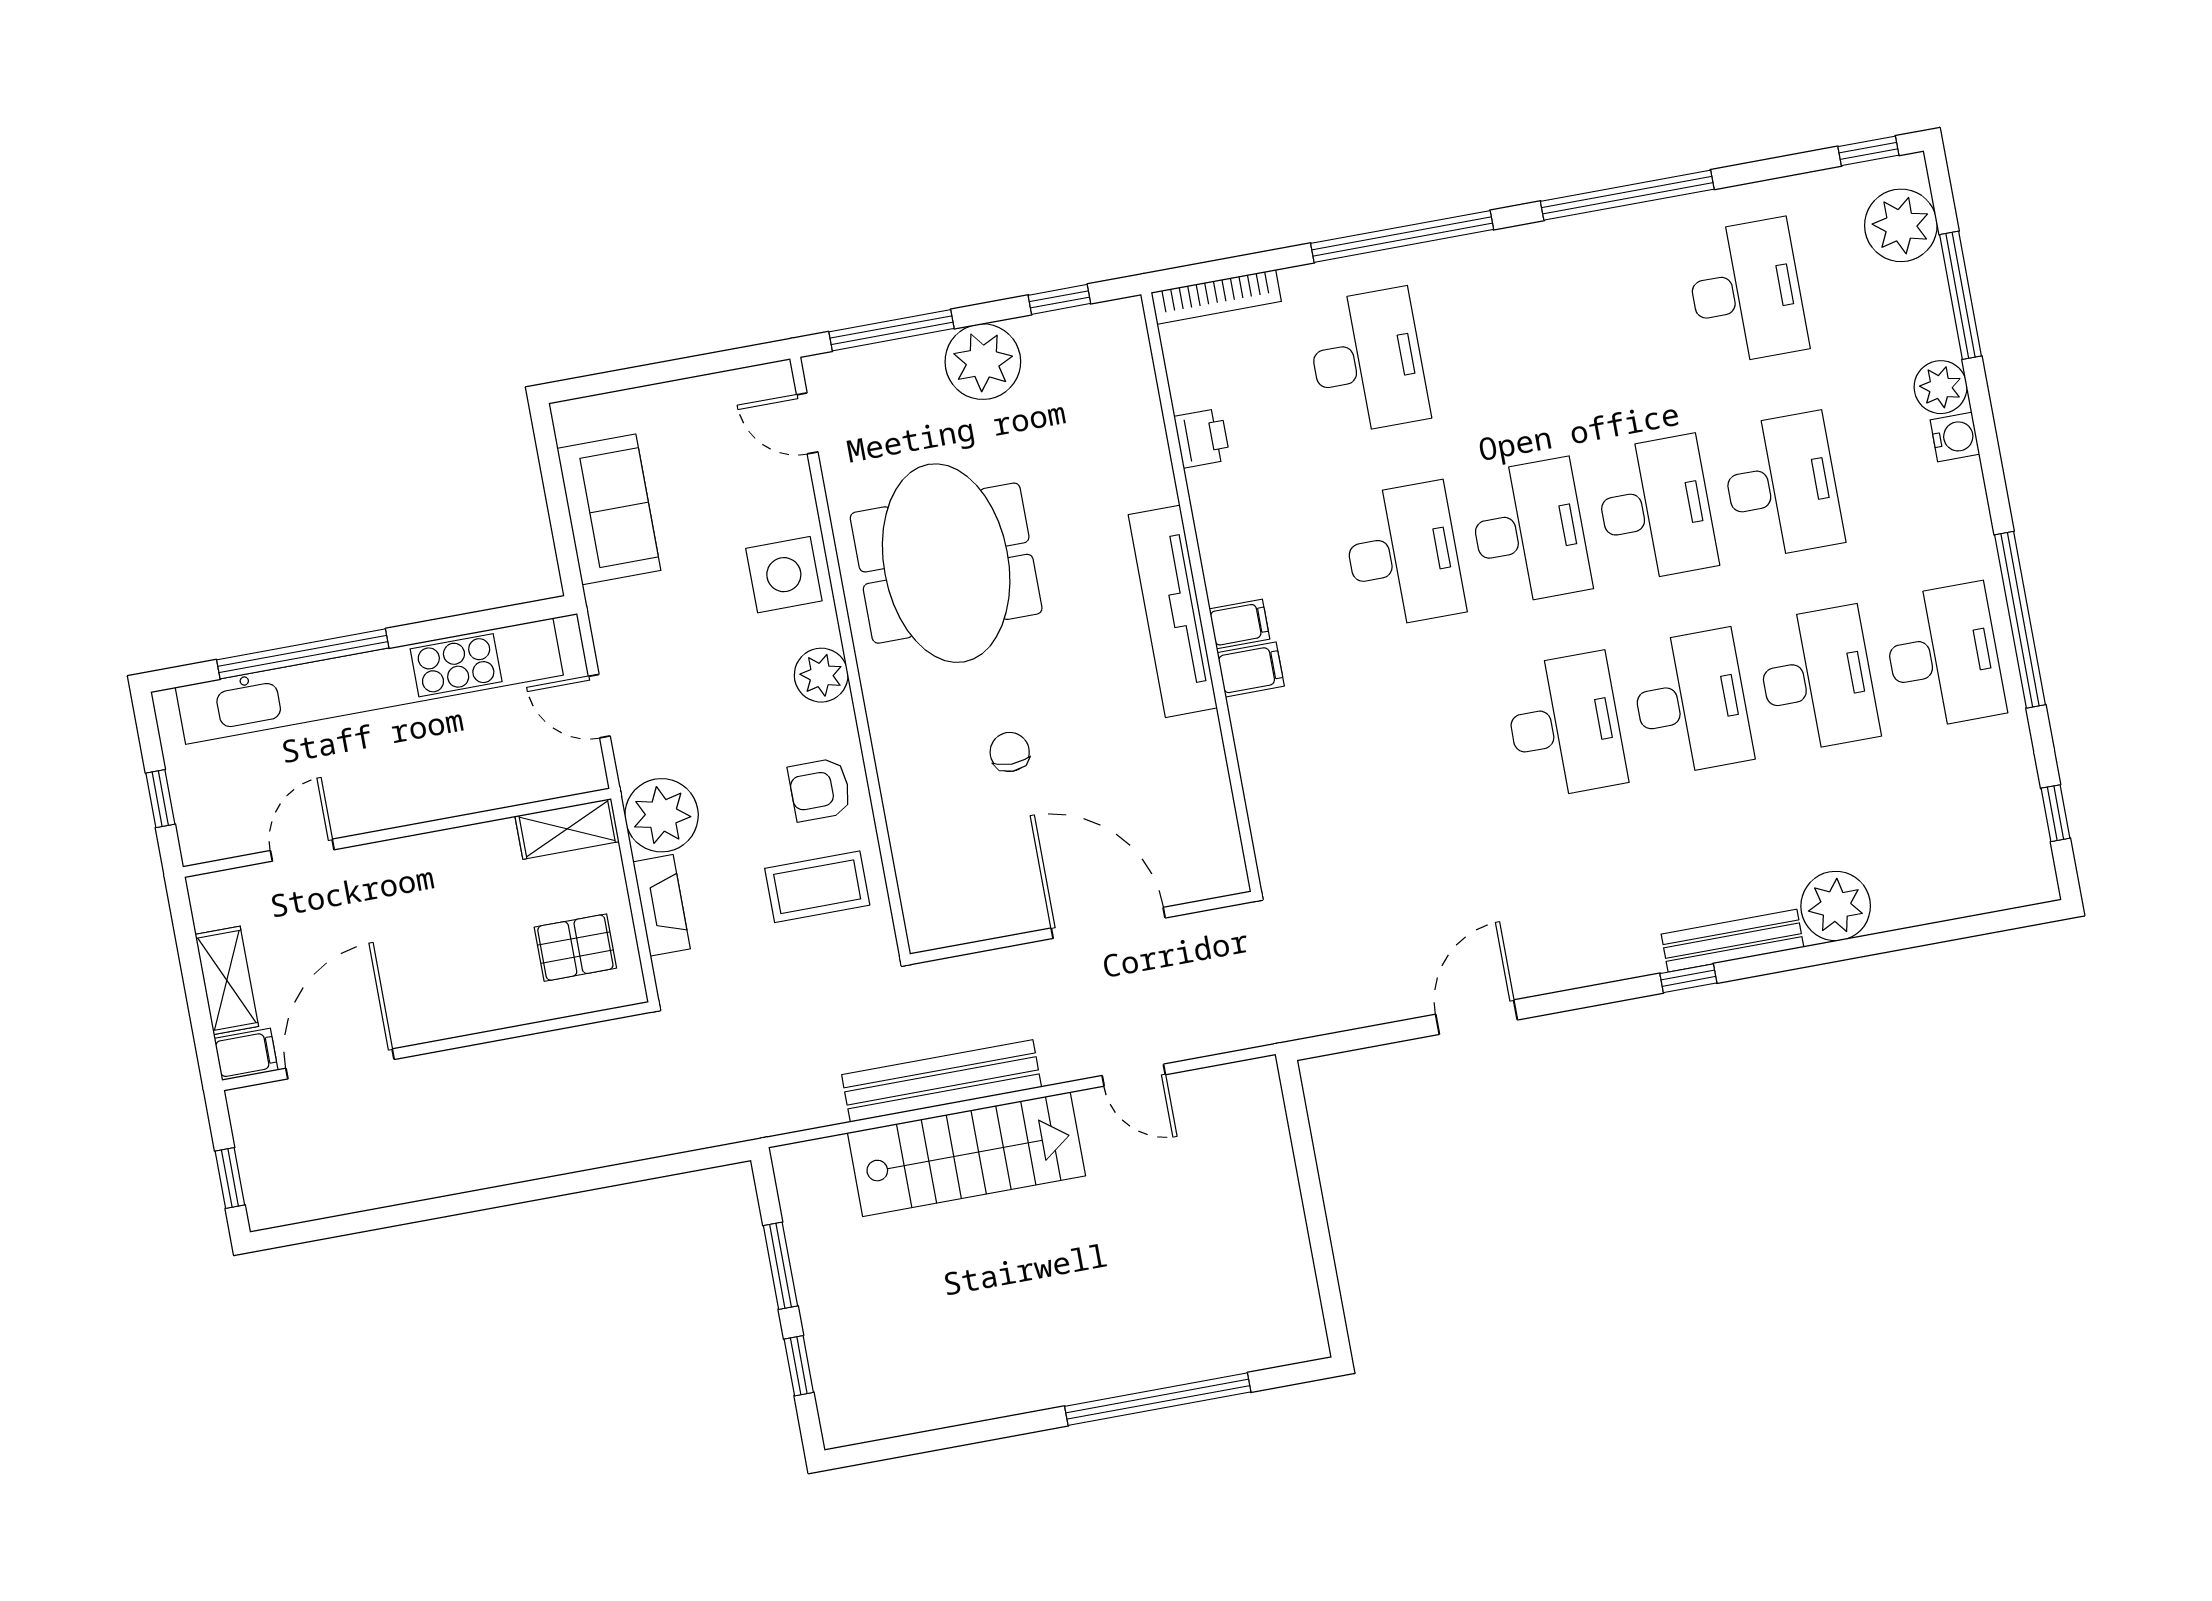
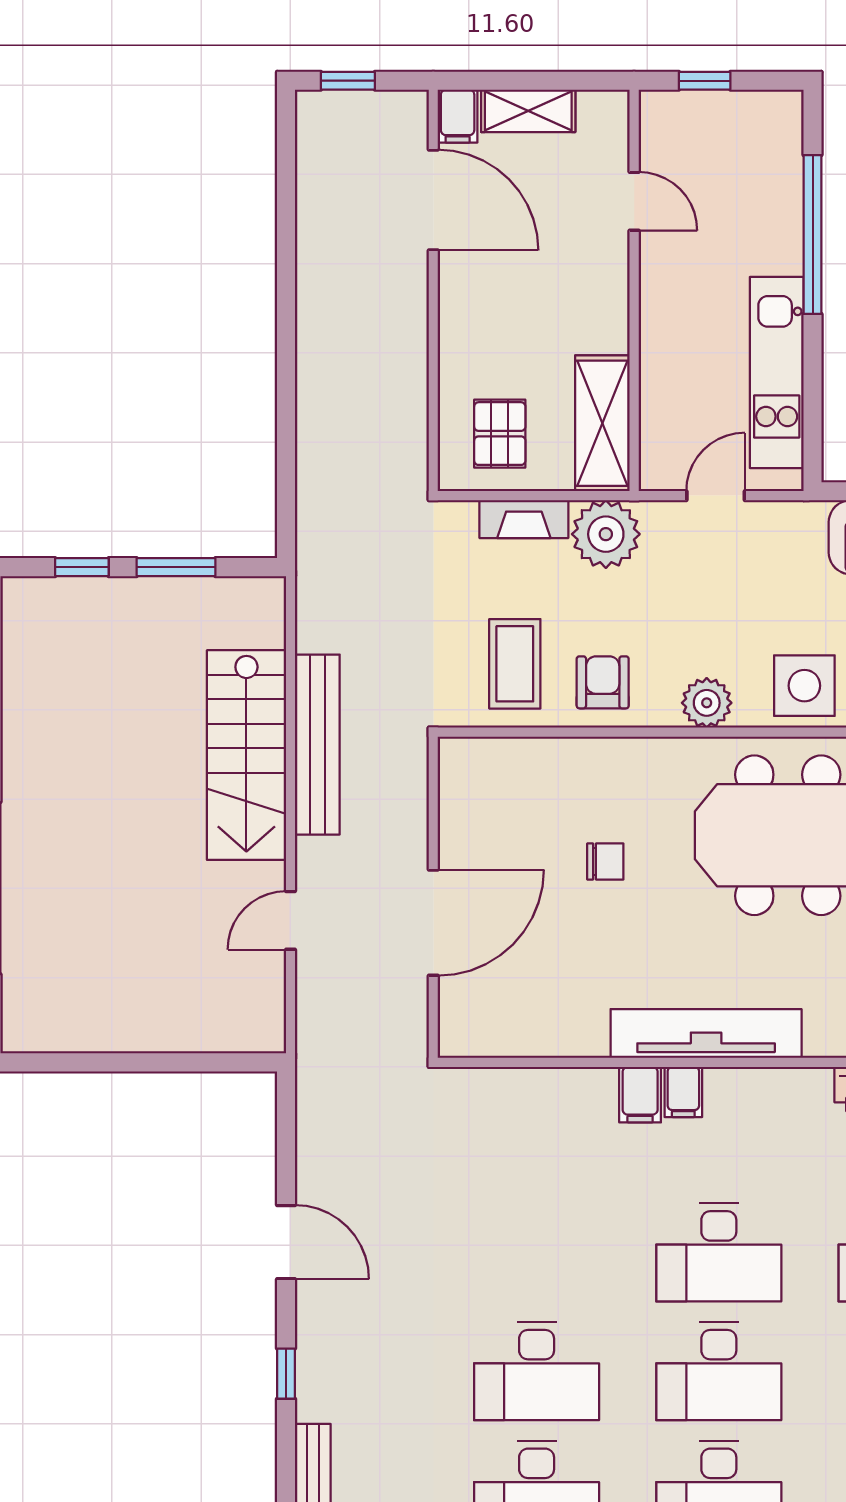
kitchen unit: (369, 681) -> (777, 373), width x0.54
shelving: (567, 829) -> (602, 423), width x1.50, depth x1.33
window: (1688, 978) -> (286, 1374), moved

